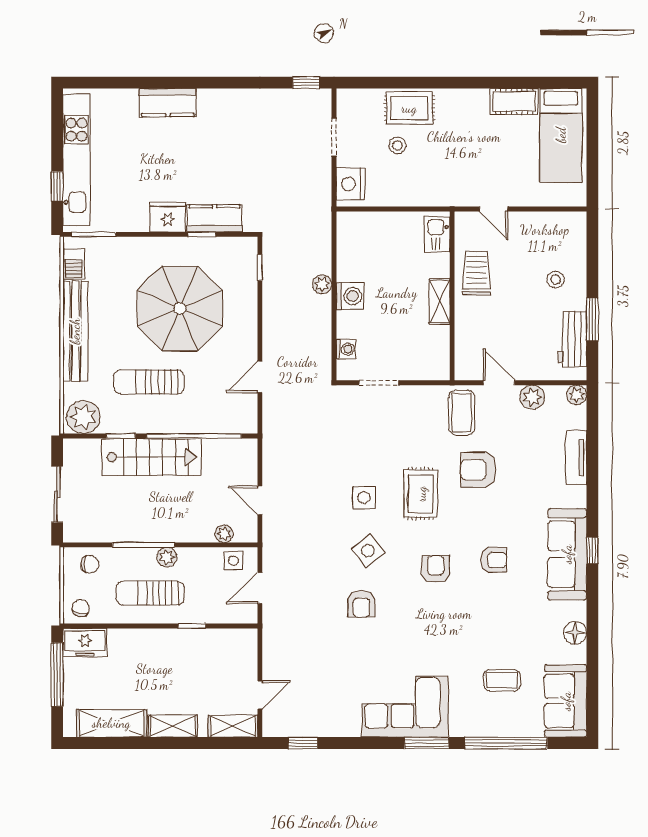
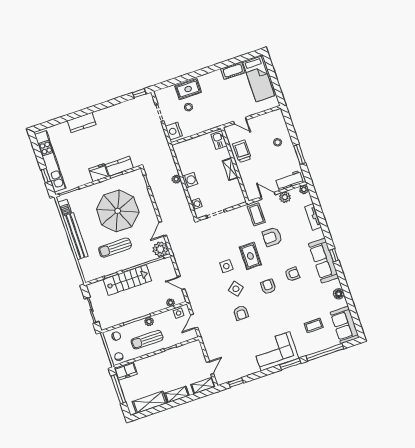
workbench: (572, 339) -> (289, 180), moved, turned 90
plant: (83, 417) -> (160, 249), moved

